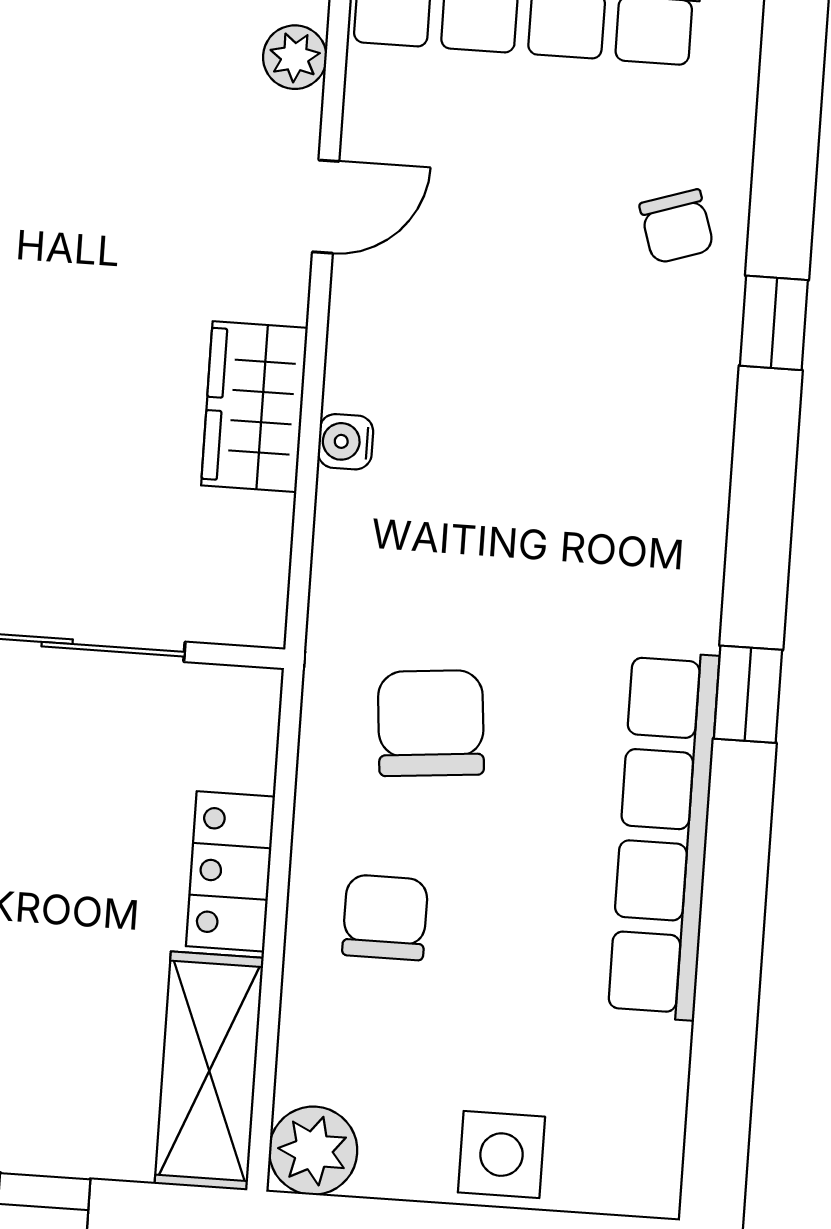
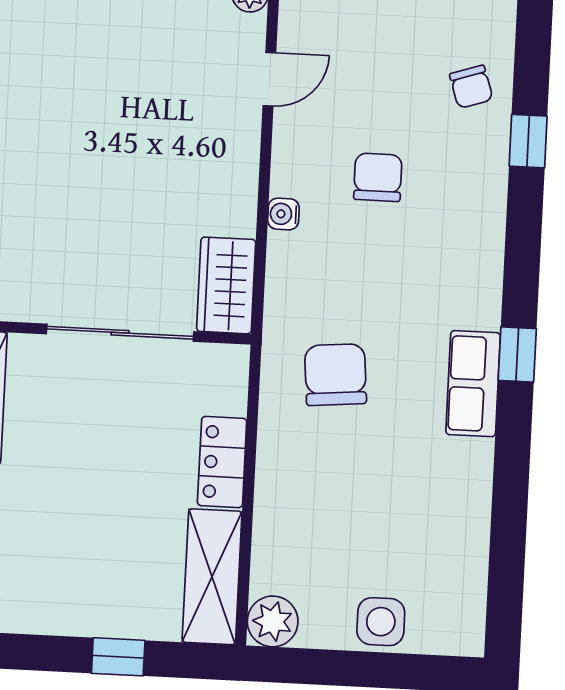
wardrobe: (254, 407) -> (226, 285), moved
row of seats: (664, 835) -> (473, 384), width x0.50
chair: (385, 917) -> (378, 177), moved

